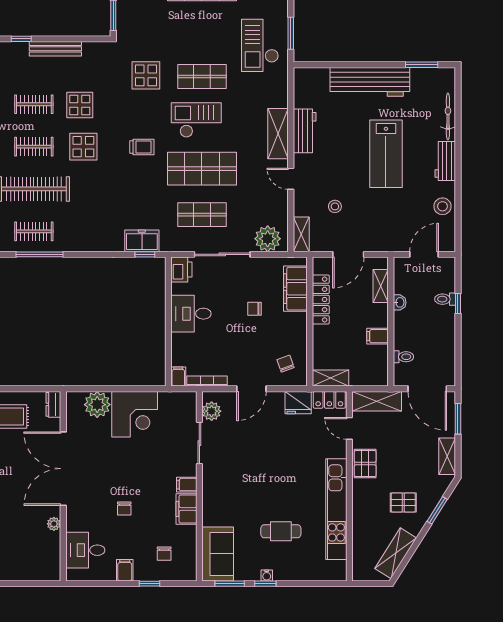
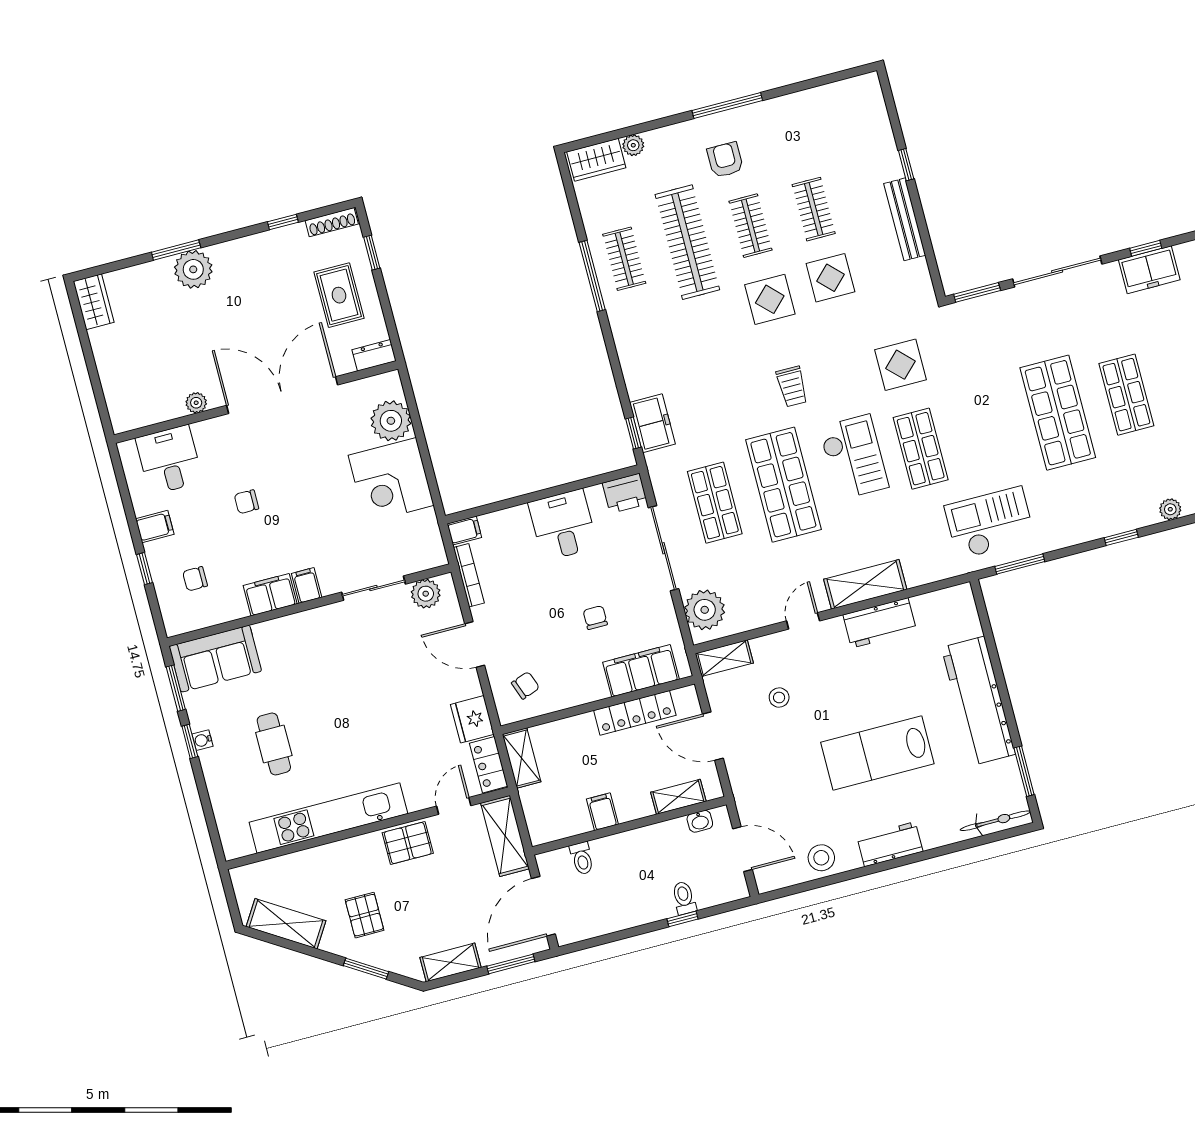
bicycle: (448, 116) -> (995, 821), moved
washbasin: (400, 302) -> (700, 821), moved

